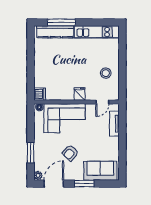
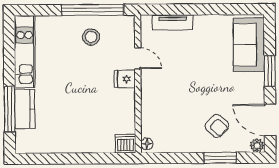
kitchen counter: (55, 32) -> (25, 109), width x0.67
window: (122, 74) -> (93, 10), added
door: (102, 102) -> (138, 58), moved
corner sofa: (64, 118) -> (164, 103), removed
armchair: (70, 153) -> (217, 126), moved

